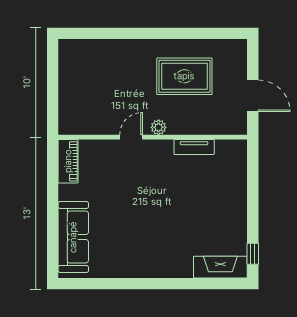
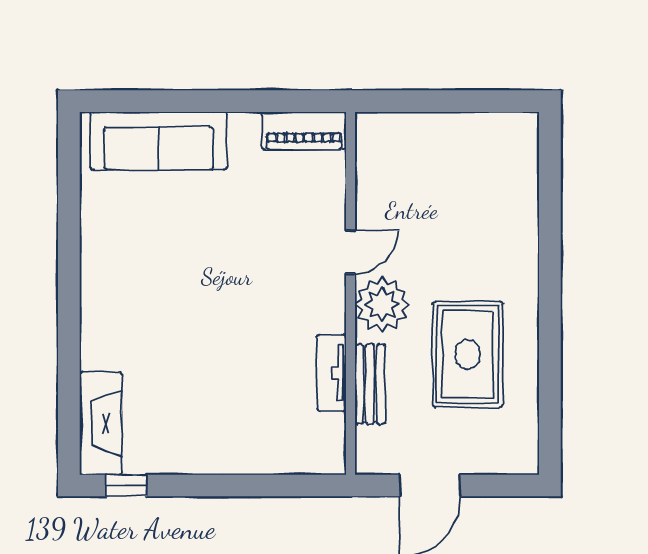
plant: (159, 127) -> (382, 305), width x1.88, depth x1.88
bench: (200, 127) -> (370, 384), added
door: (131, 137) -> (350, 252), hinge flipped

